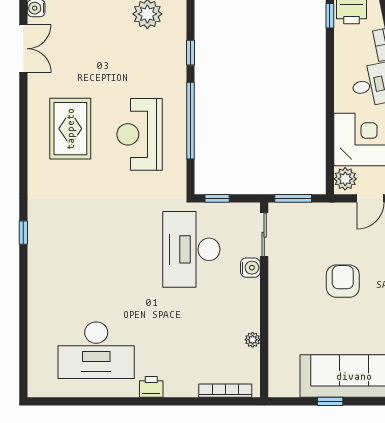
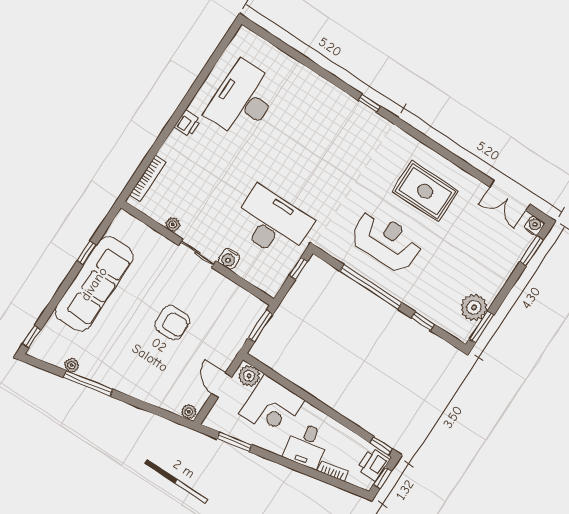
sliding door: (264, 235) -> (197, 253), moved

